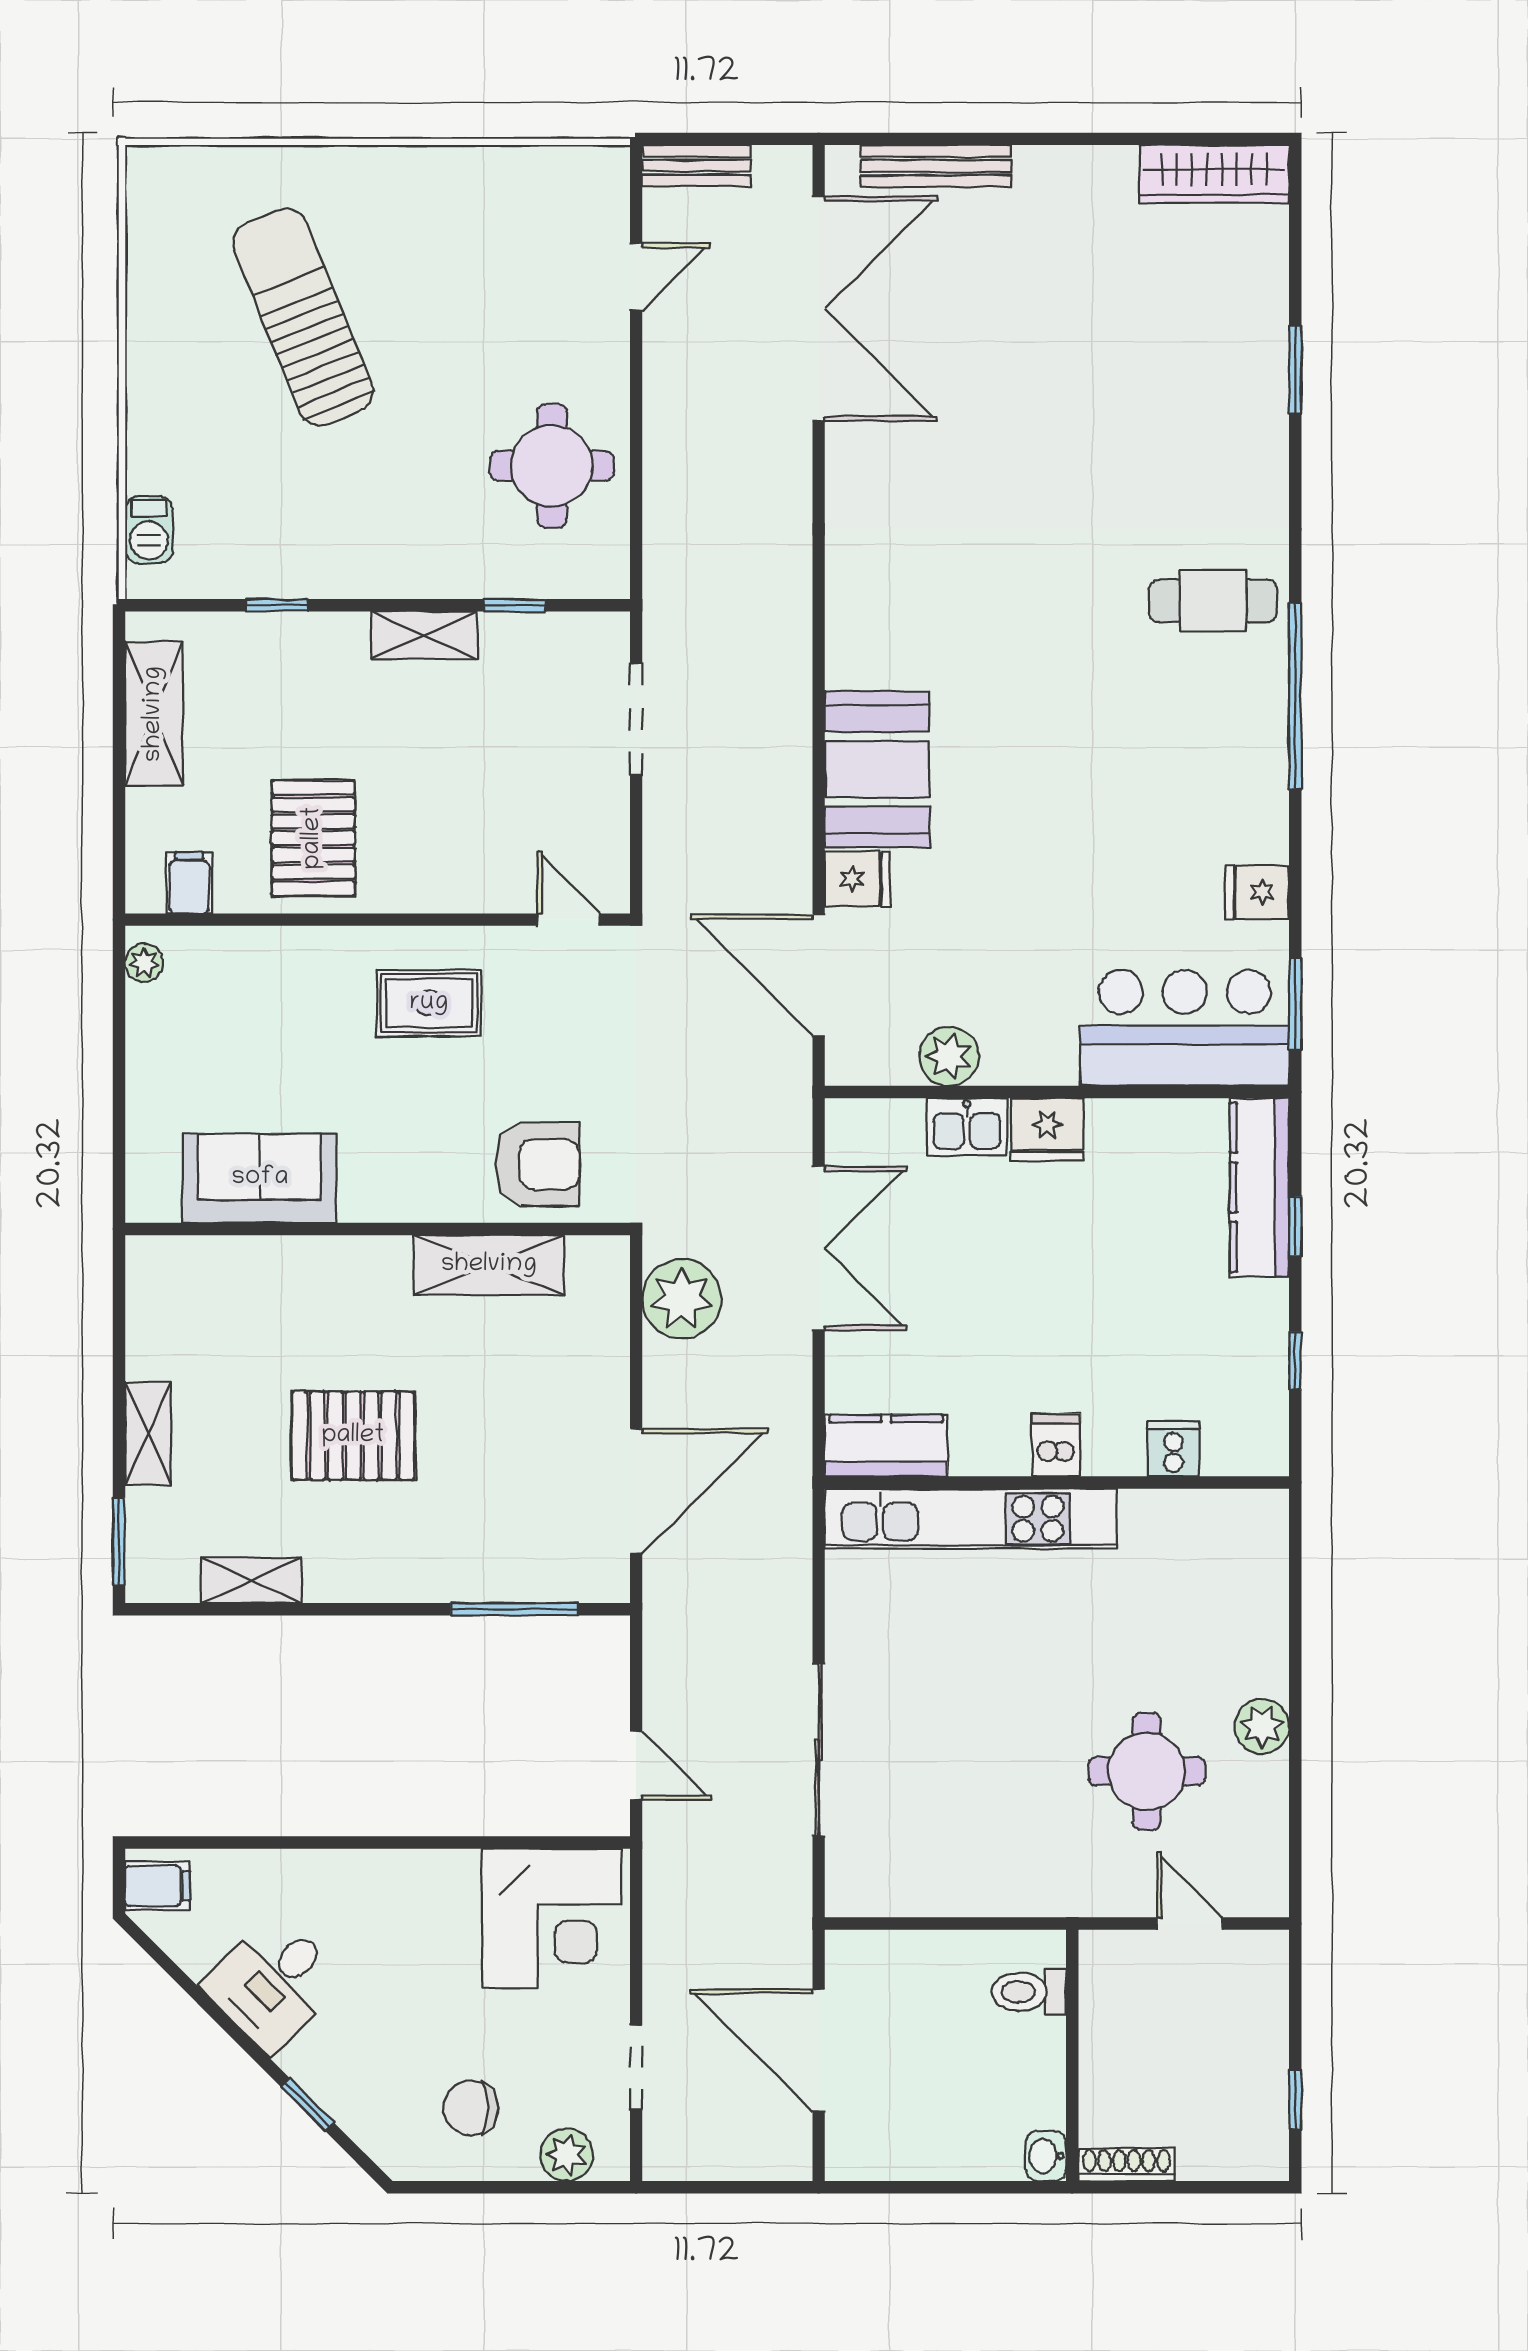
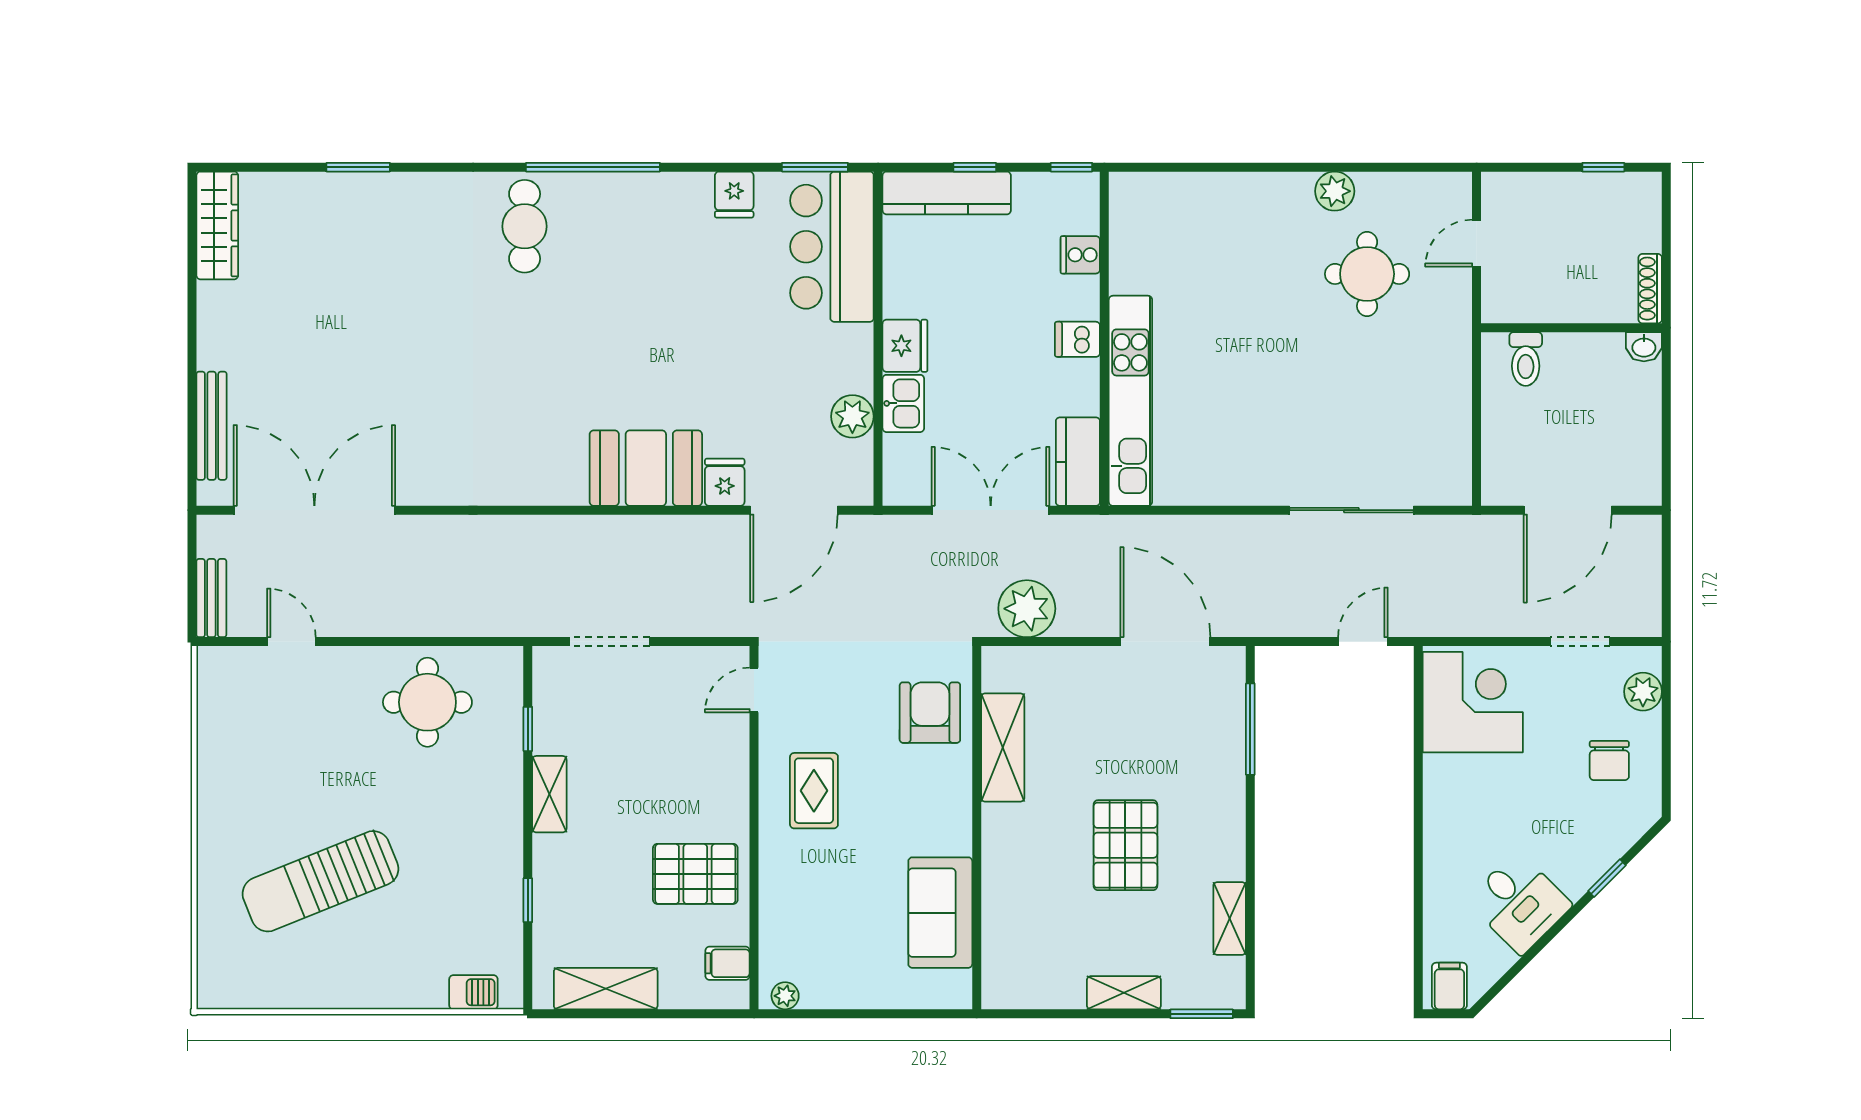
dishwasher: (1056, 1445) -> (1077, 339), moved
kitchen counter: (886, 1446) -> (1078, 462), moved
cooker: (1173, 1449) -> (1080, 255), moved
wall: (1057, 1482) -> (1104, 339), moved
kitchen unit: (971, 1519) -> (1130, 401), moved

